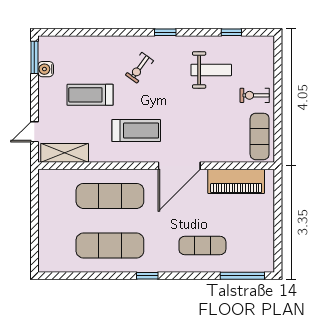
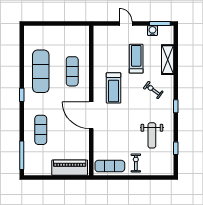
door: (34, 132) -> (126, 24), moved
shelving: (65, 153) -> (168, 60), moved
piano: (236, 181) -> (70, 168), moved, turned 90
exercise mat: (110, 196) -> (72, 71), width x0.73, depth x0.69

